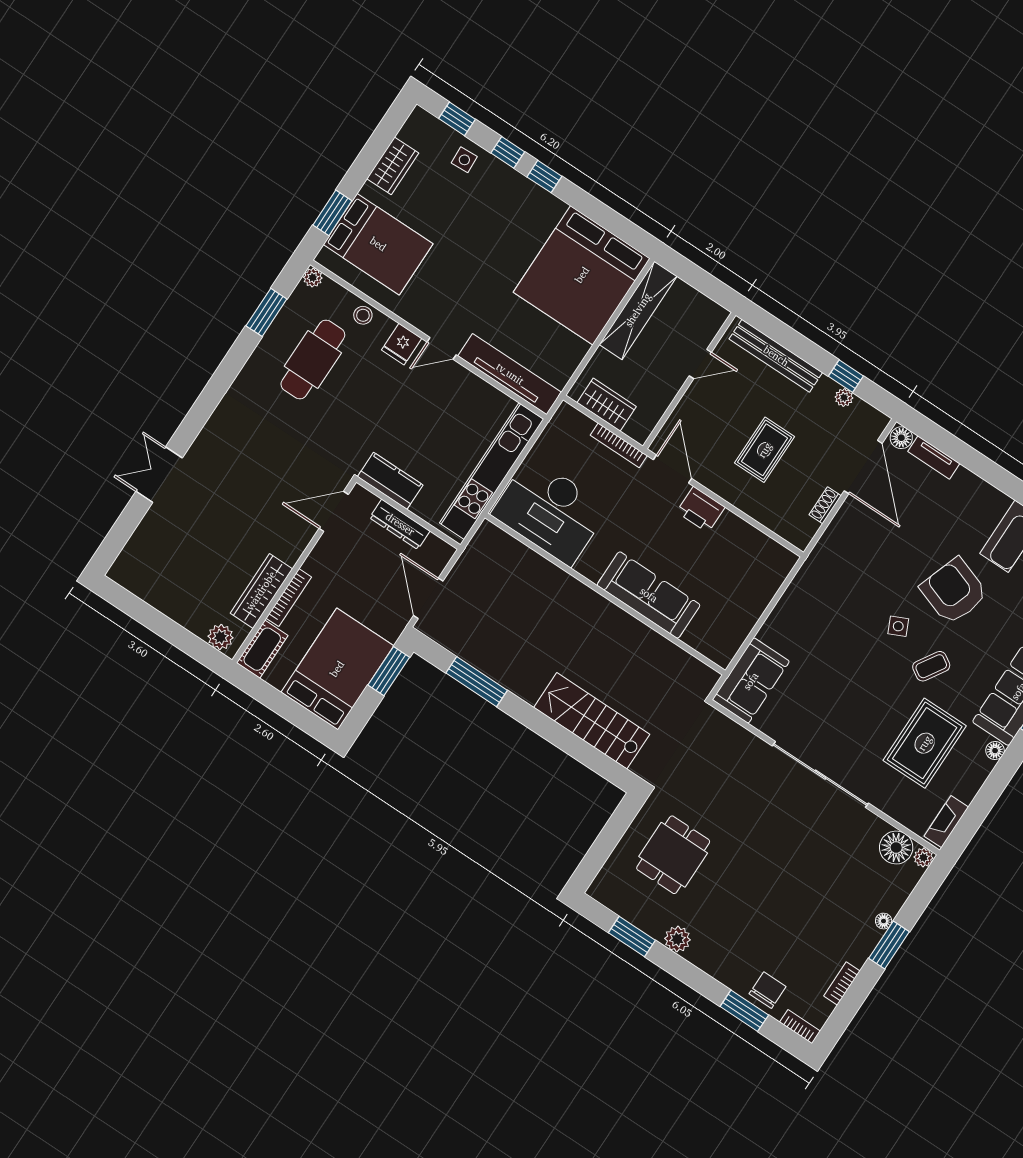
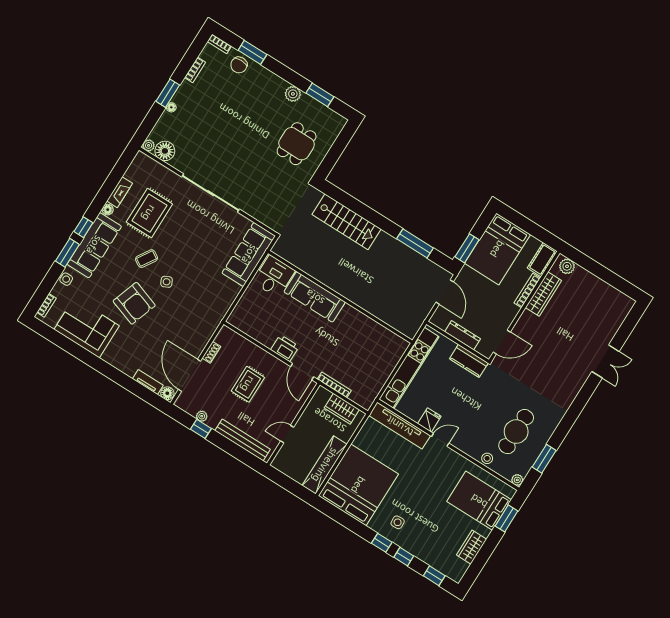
side table: (464, 160) -> (398, 522), moved
fridge: (402, 344) -> (429, 420), moved
desk: (550, 511) -> (274, 276), moved, width x0.53, depth x0.77
sofa: (751, 681) -> (249, 254), width x1.36
fireplace: (946, 822) -> (120, 192), moved

